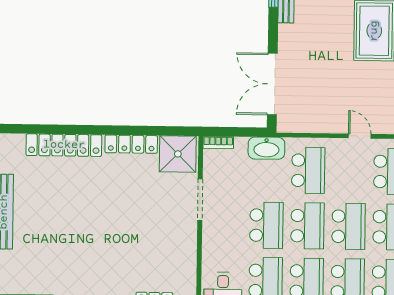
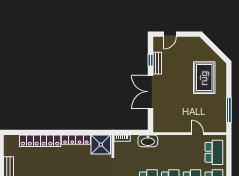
double door: (272, 84) -> (150, 92), moved
school desk: (308, 170) -> (170, 152), removed

